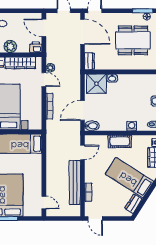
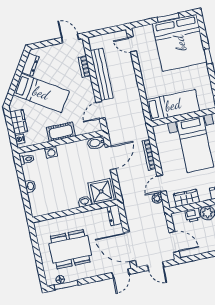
printer: (36, 47) -> (193, 215), moved
wardrobe: (20, 63) -> (187, 198), width x0.67
door: (44, 80) -> (162, 183), hinge flipped

